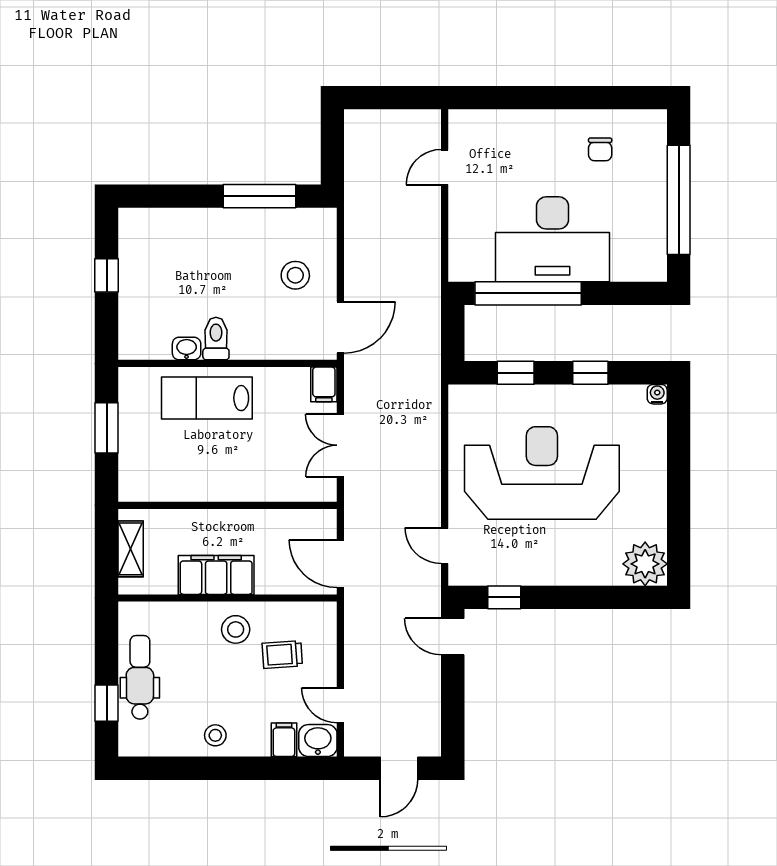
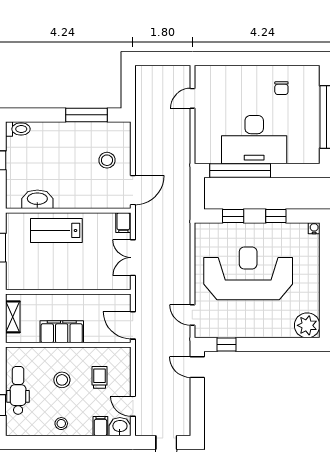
toilet: (216, 339) -> (18, 129), moved, turned 90
washbasin: (187, 349) -> (37, 199), width x1.91, depth x1.45
stool: (236, 629) -> (62, 380), moved
trolley: (282, 654) -> (100, 377), turned 94

